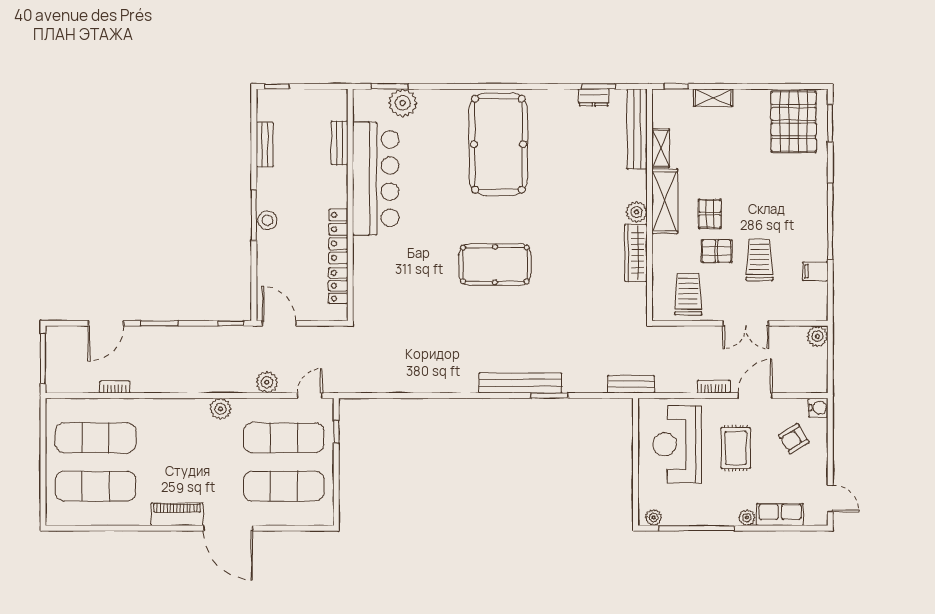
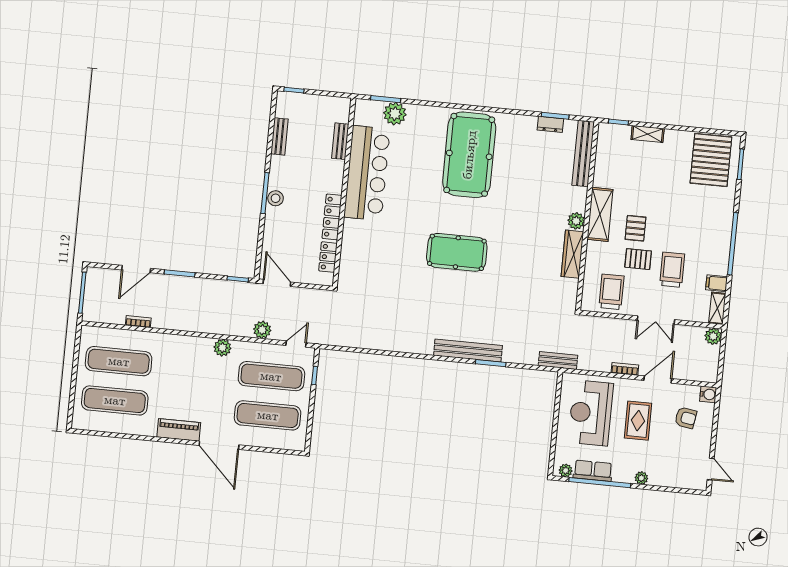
shelving: (661, 148) -> (717, 308), moved
armchair: (794, 439) -> (686, 418), turned -139
row of seats: (780, 515) -> (593, 471), moved

